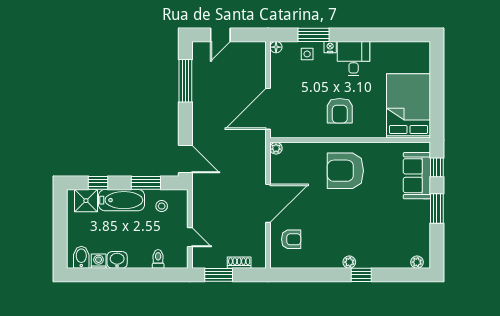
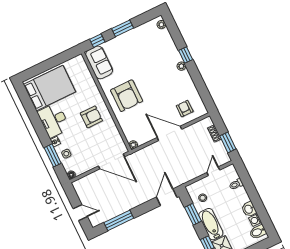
desk: (354, 59) -> (54, 120), width x1.37
bed: (409, 106) -> (49, 88), moved, turned 180
sofa: (417, 176) -> (99, 62), moved, turned -90

